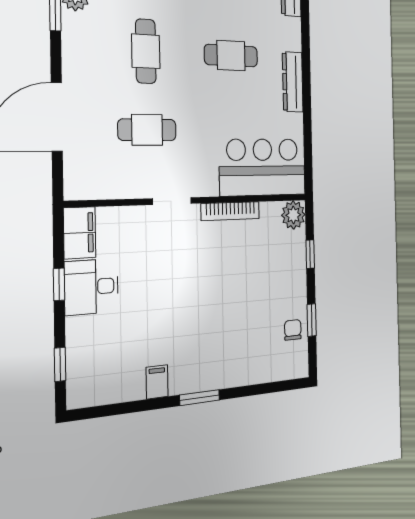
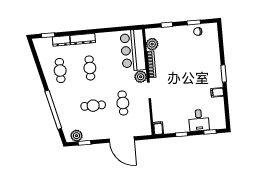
dresser: (293, 82) -> (83, 39), moved
plant: (205, 182) -> (141, 77), added
plant: (293, 215) -> (152, 44), moved
filing cabinet: (80, 233) -> (158, 128), width x0.50
desk: (91, 287) -> (199, 120), moved

